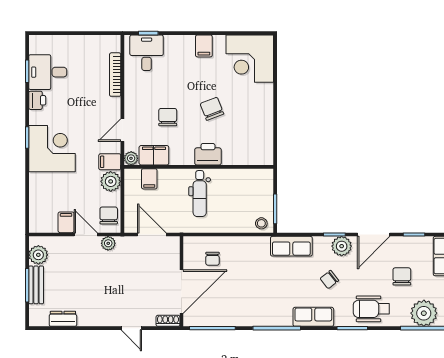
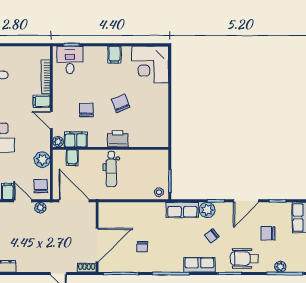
door: (122, 130) -> (51, 120), hinge flipped
filing cabinet: (110, 162) -> (42, 101), moved
door: (152, 235) -> (74, 201), width x1.36
plant: (342, 246) -> (207, 210), moved
chair: (213, 259) -> (142, 247), moved
chair: (402, 276) -> (268, 233), turned -90
plant: (424, 313) -> (280, 267), width x0.53, depth x0.53

